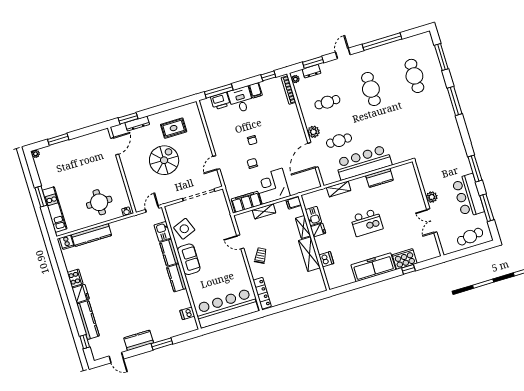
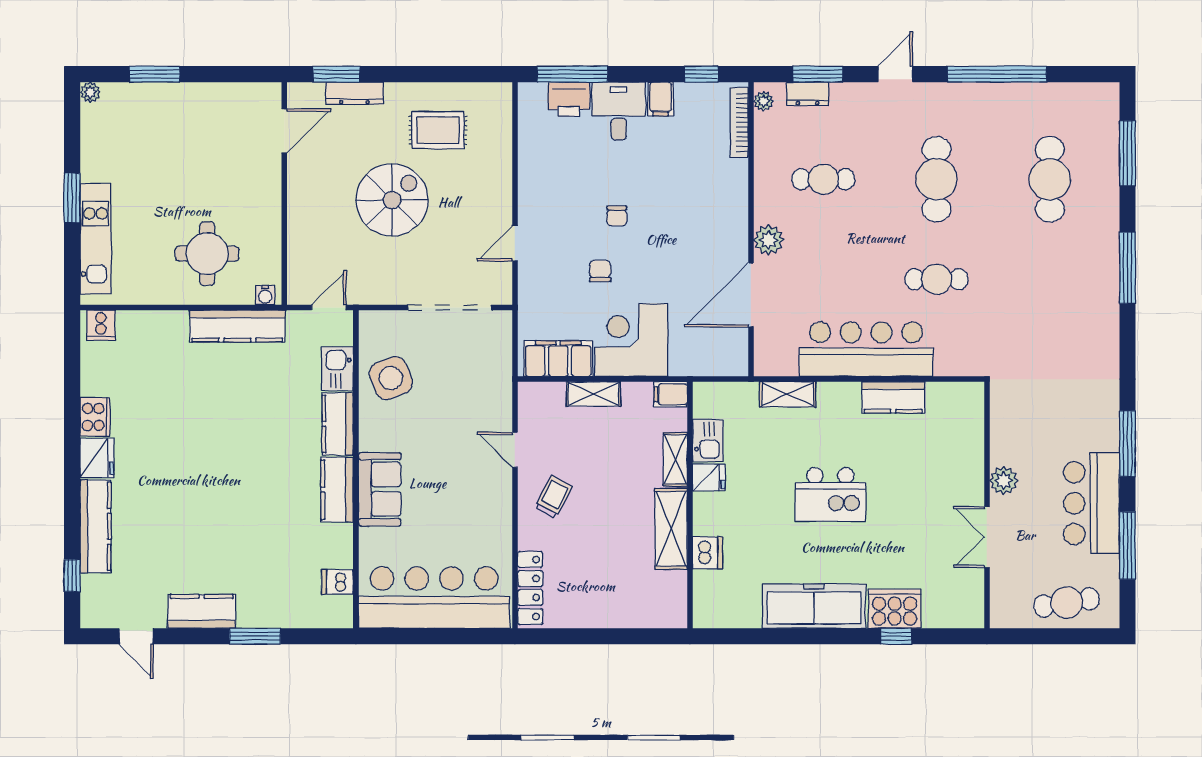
cafe table: (339, 141) -> (937, 279), moved
kitchen counter: (91, 235) -> (237, 326), moved
sofa: (189, 259) -> (380, 489), moved

